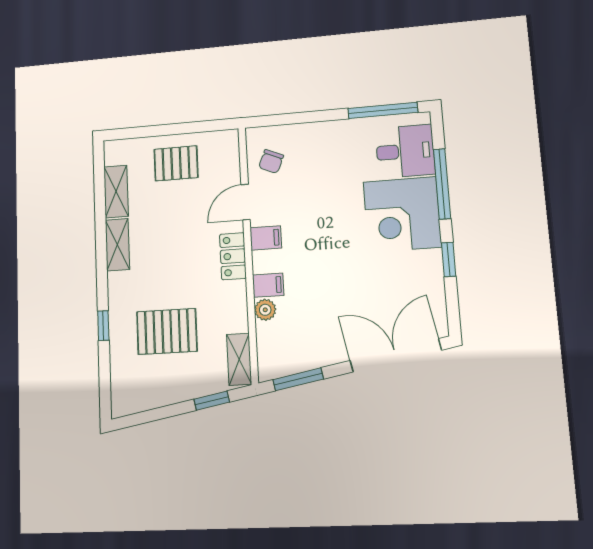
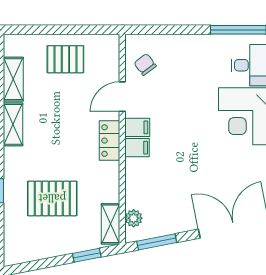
chair: (271, 161) -> (145, 64), turned 120
filing cabinet: (268, 285) -> (137, 148), moved
plant: (265, 310) -> (134, 218), moved

